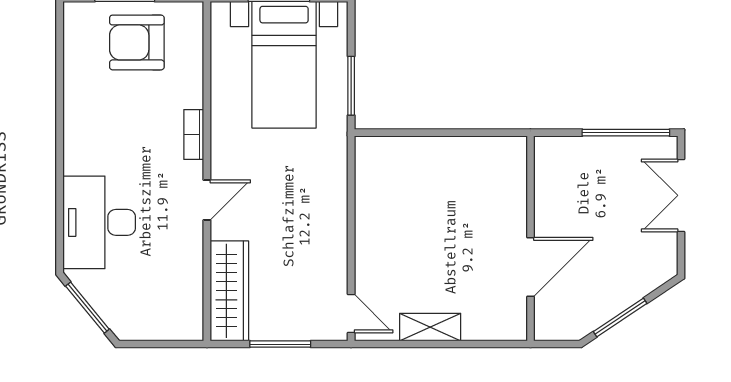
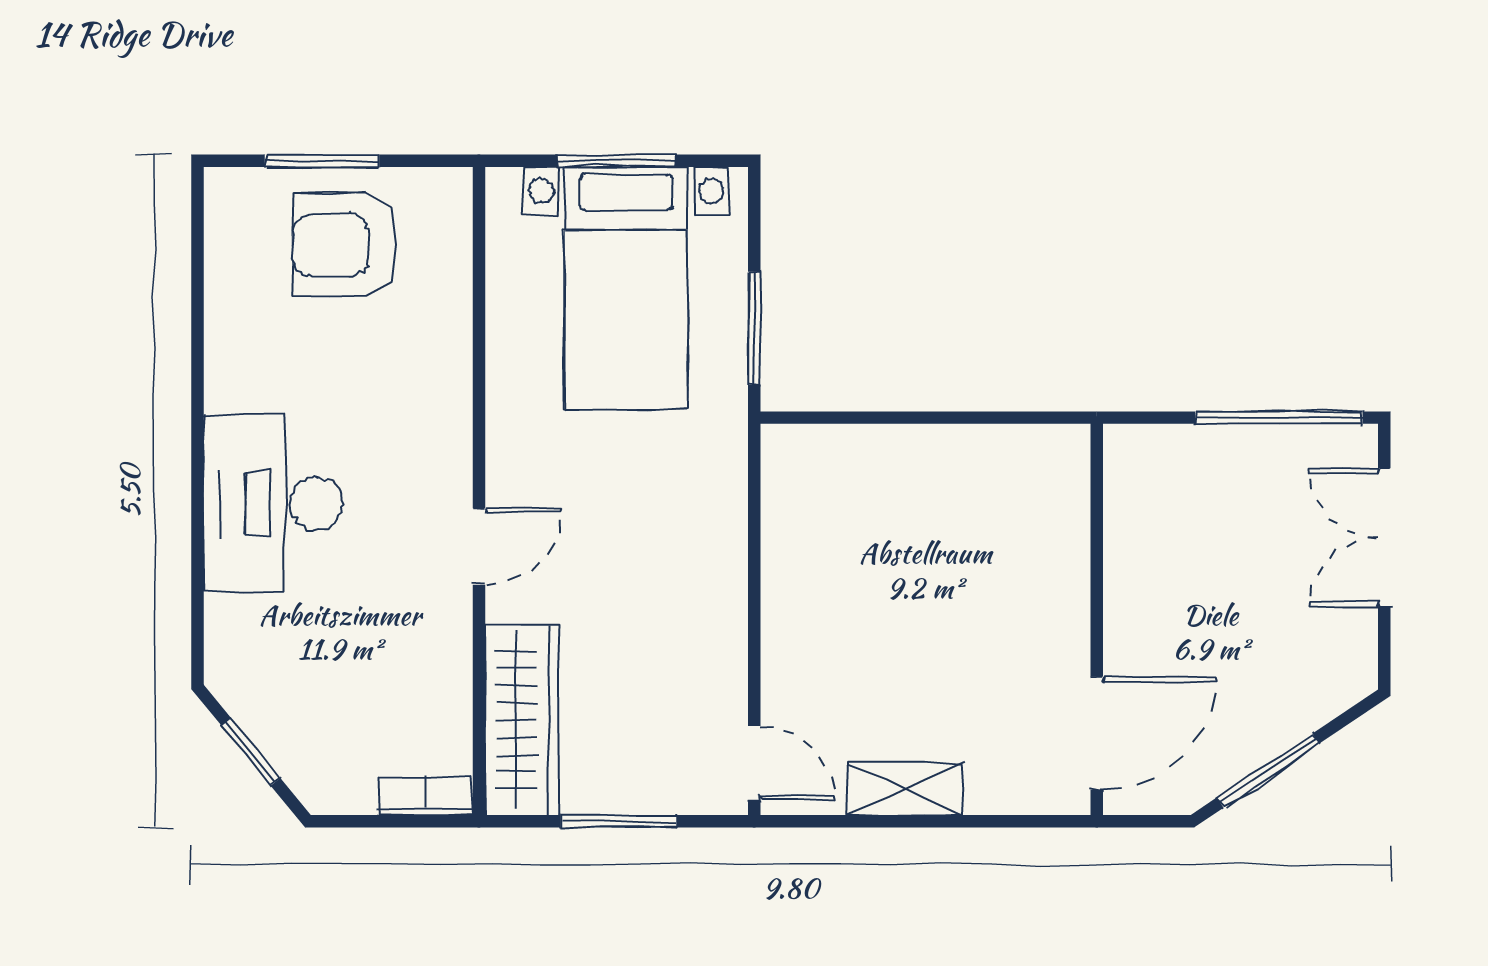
bookcase: (194, 134) -> (425, 796), moved, turned 90
desk: (99, 222) -> (273, 504), moved
door: (530, 267) -> (1097, 733), moved
window: (87, 308) -> (251, 752), width x0.67

